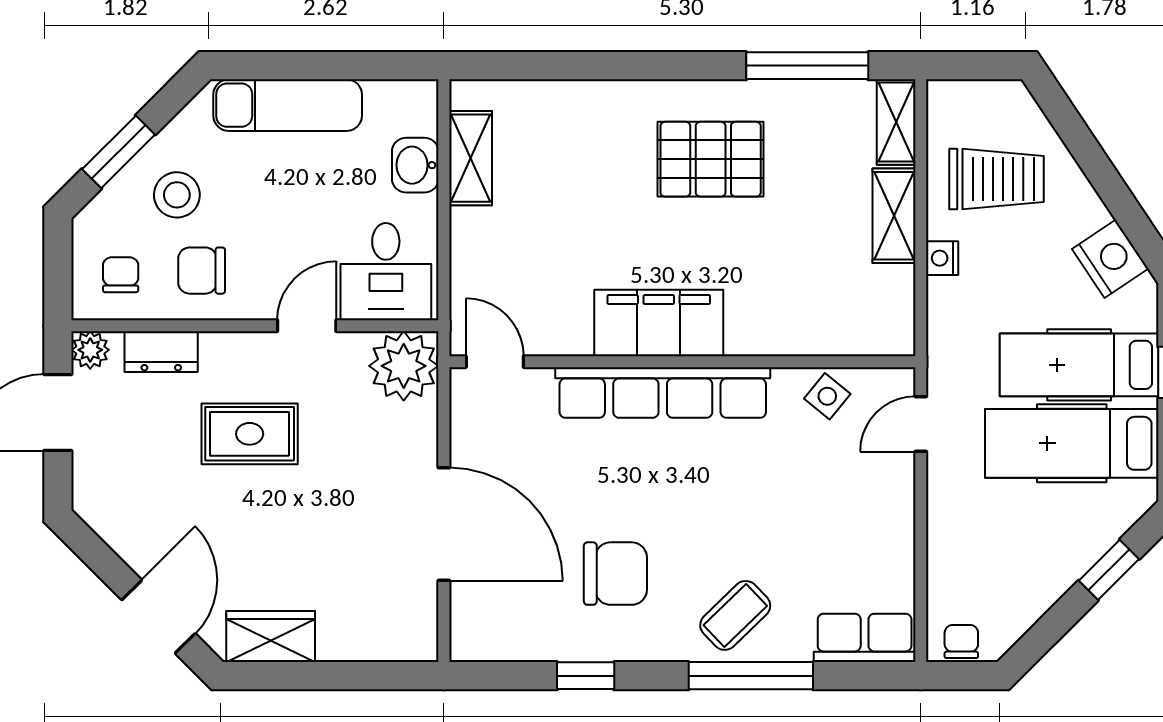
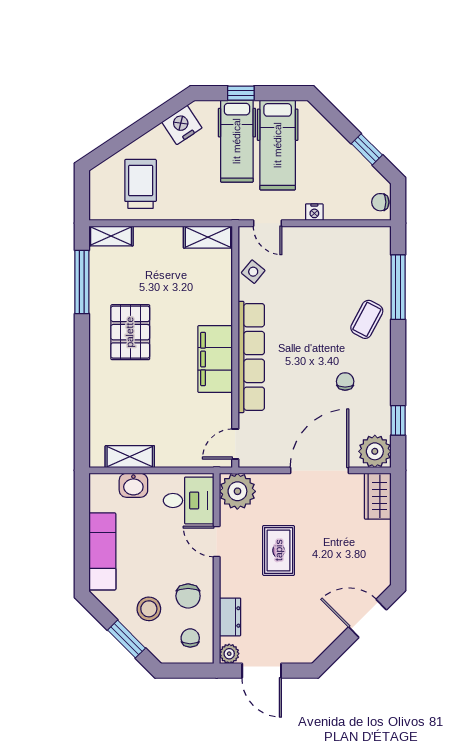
shelving: (894, 216) -> (208, 237), moved
nightstand: (942, 258) -> (314, 212), moved
chair: (121, 275) -> (190, 638), turned 90
rug: (250, 434) -> (279, 550), moved
window: (1109, 570) -> (367, 149), moved
chair: (615, 574) -> (345, 381), width x0.54, depth x0.54
coffee table: (735, 615) -> (367, 319), turned 72
plant: (481, 631) -> (375, 451), added
wardrobe: (271, 637) -> (378, 496), moved
row of seats: (865, 638) -> (378, 252), removed
window: (586, 676) -> (398, 420), moved
window: (751, 676) -> (398, 287), moved

